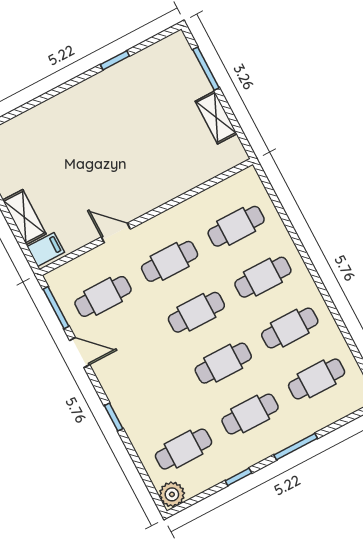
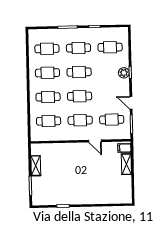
plant: (172, 494) -> (124, 73), moved

